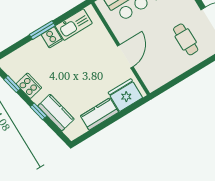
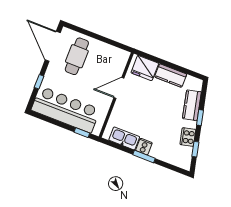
cafe table: (186, 39) -> (77, 56), width x1.37, depth x1.35

